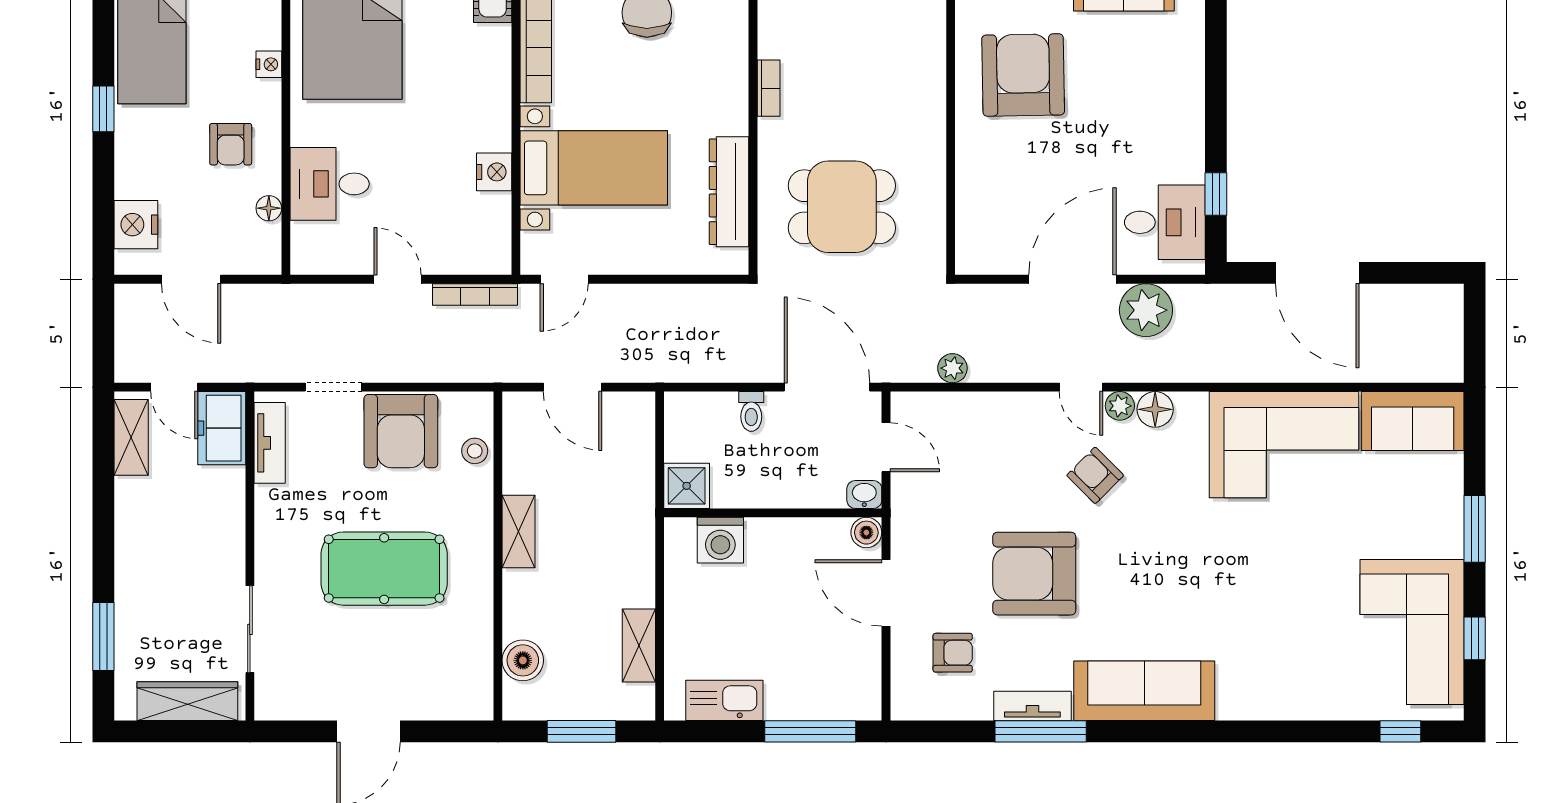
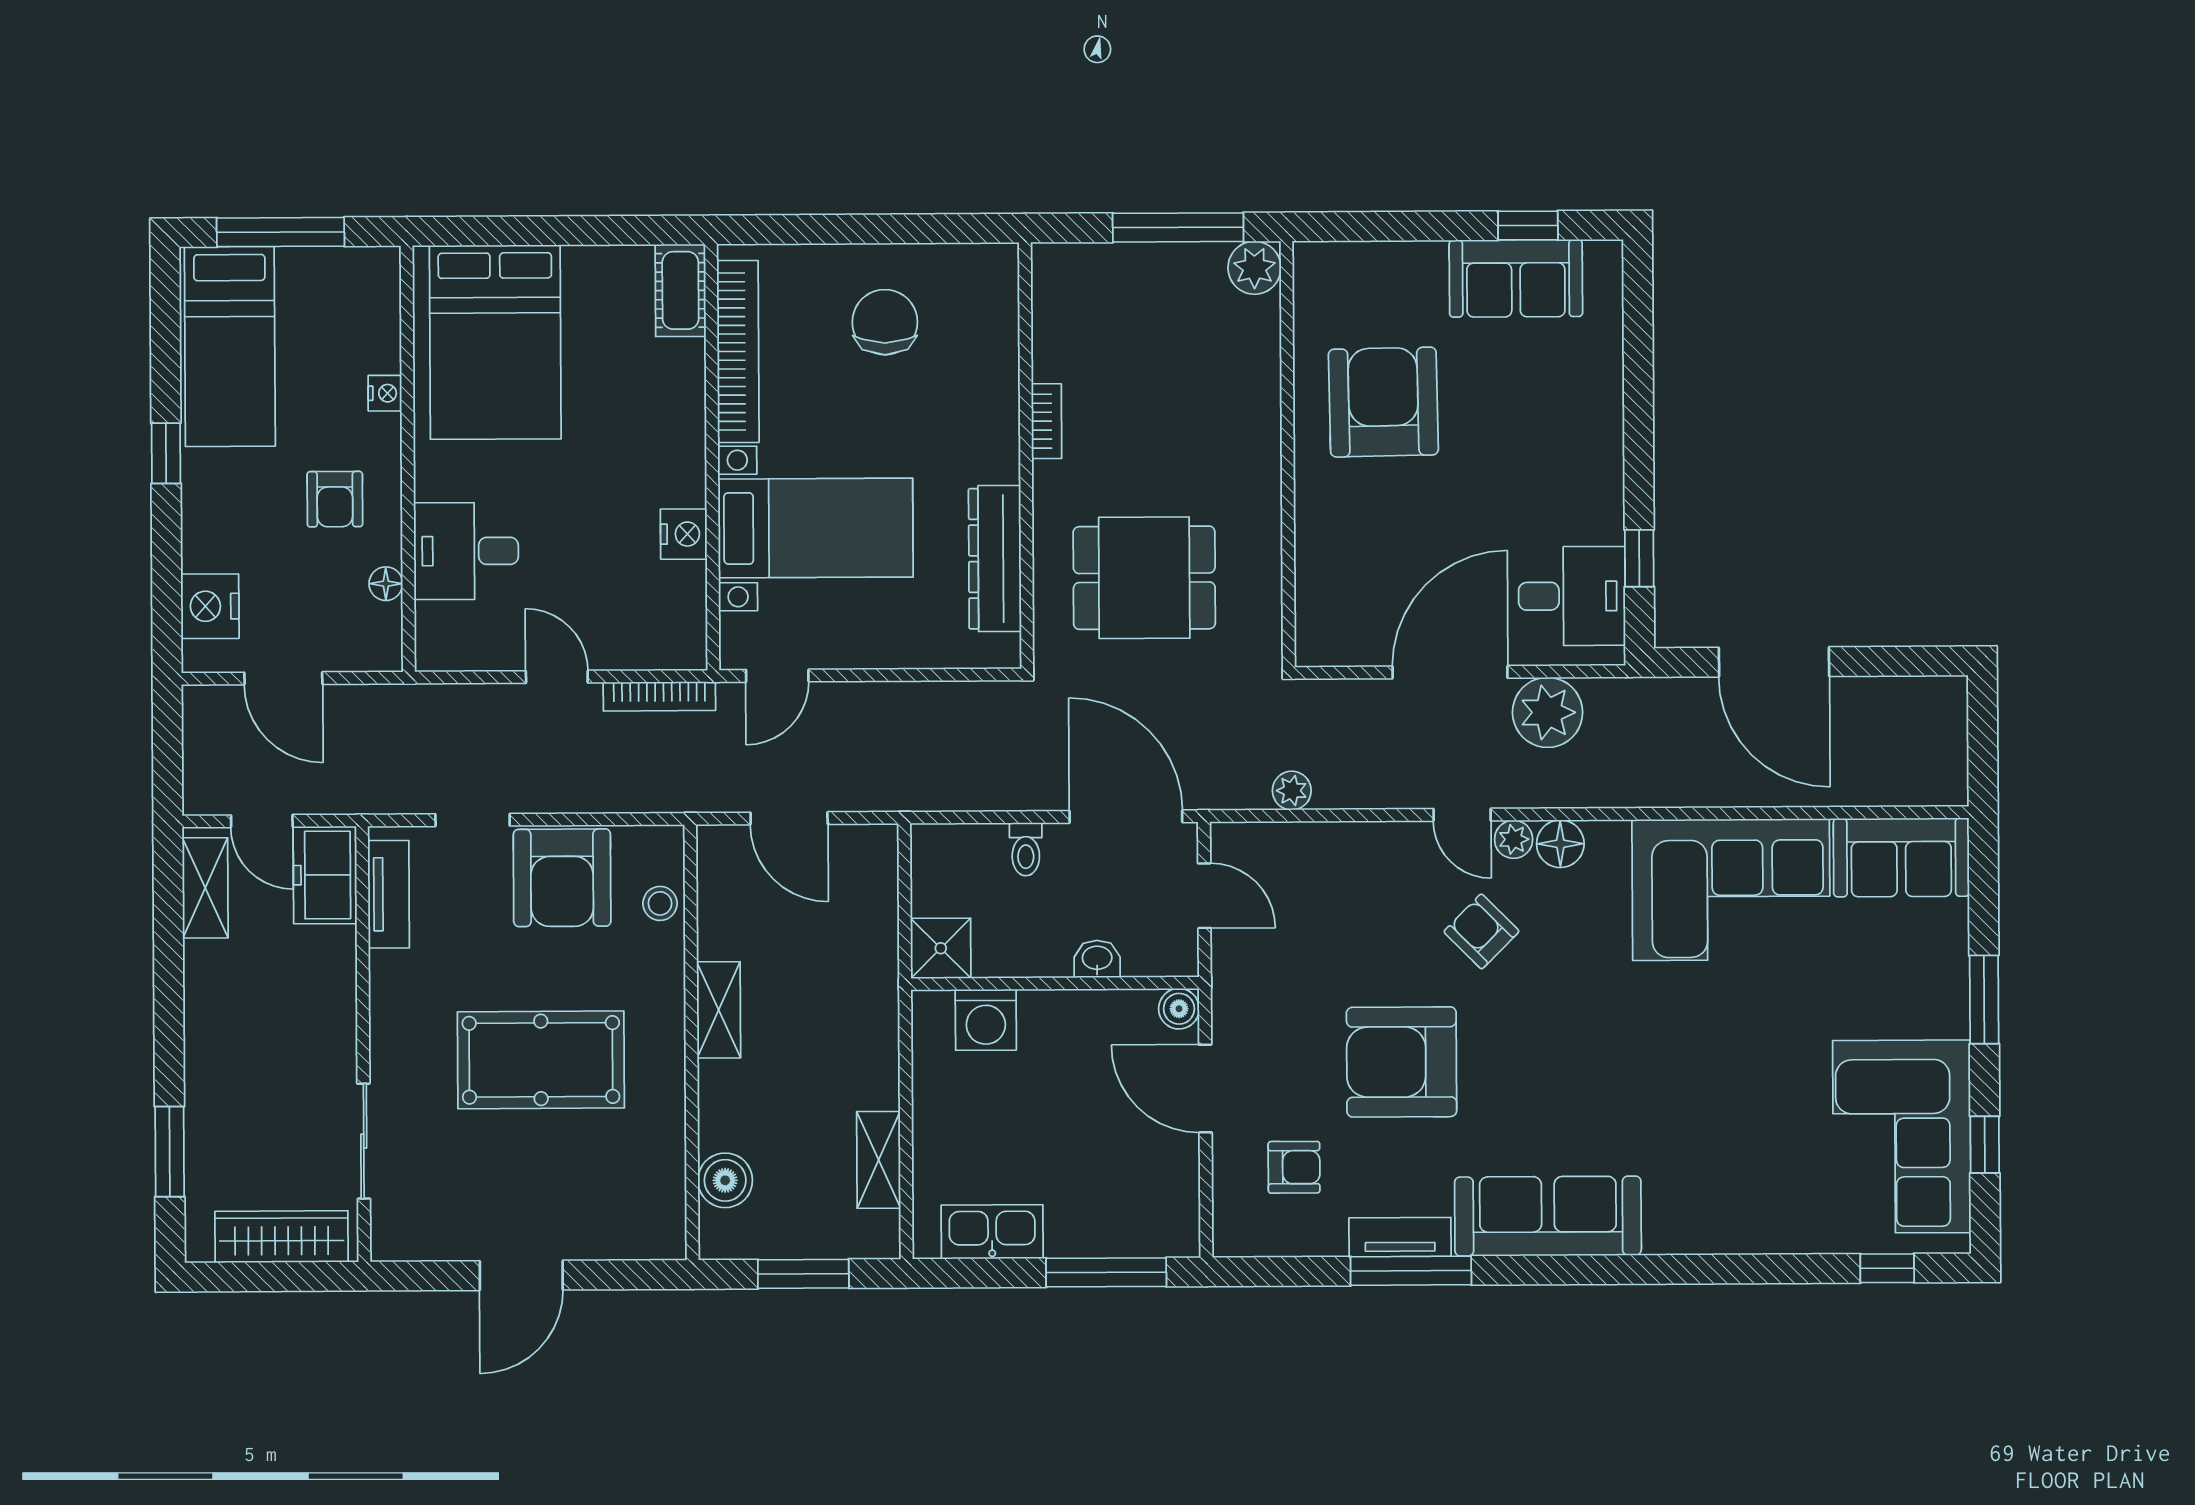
washbasin: (864, 495) -> (1097, 959), moved

